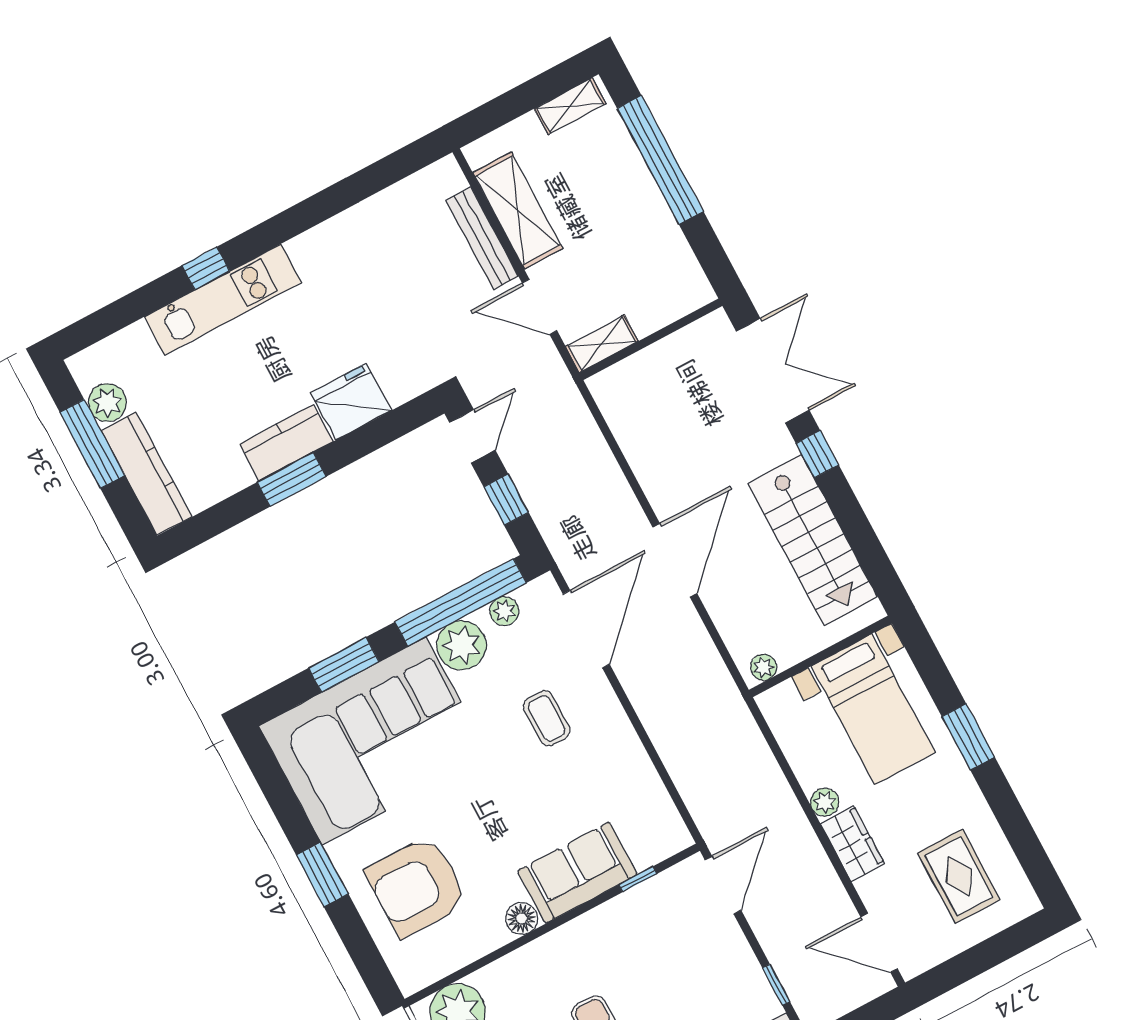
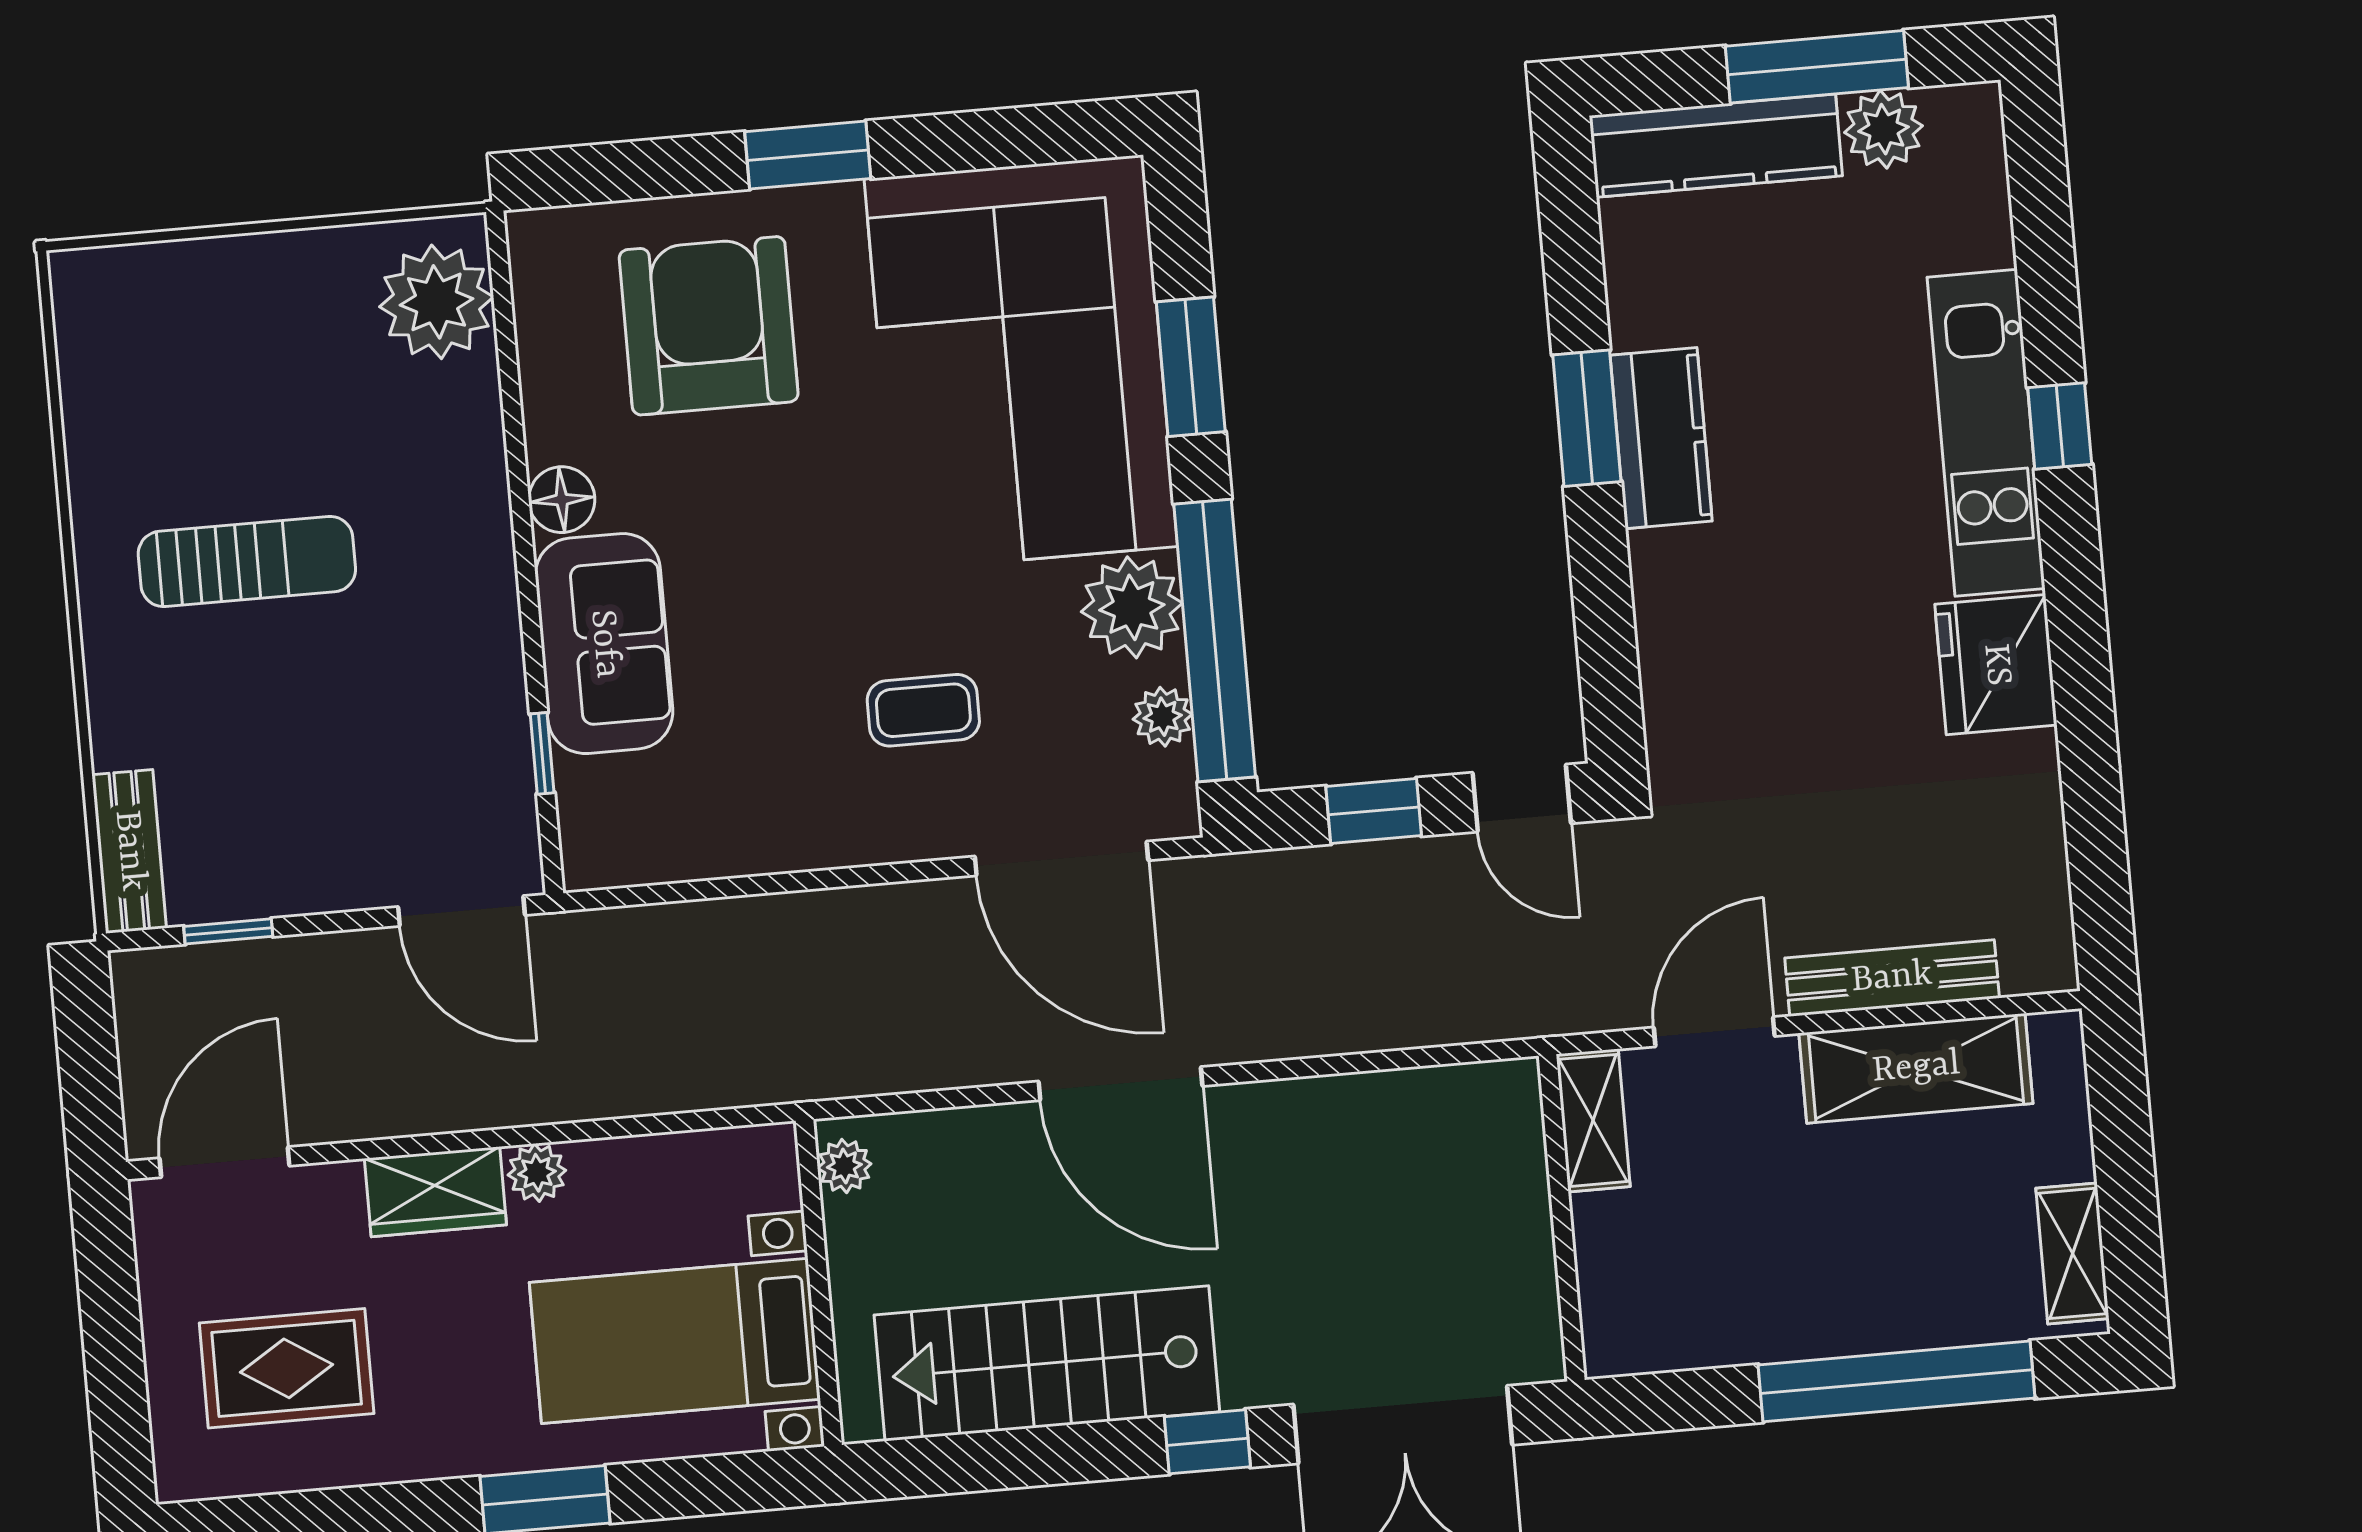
fridge: (351, 402) -> (1996, 665), moved, turned 180

